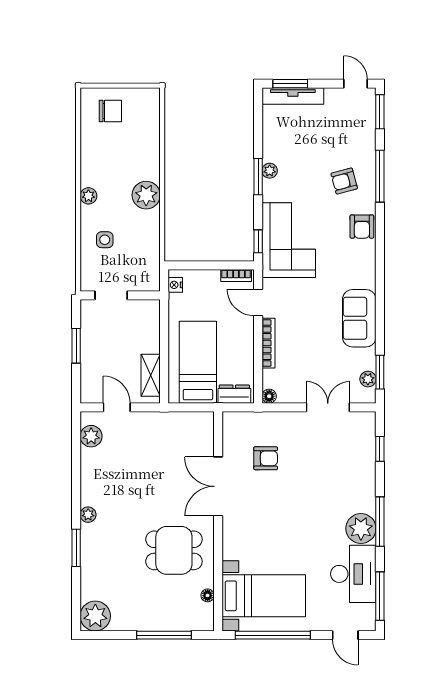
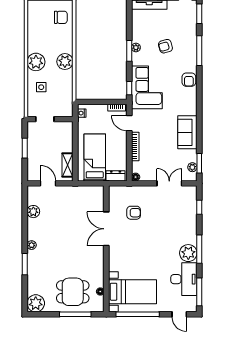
chair: (110, 111) -> (61, 17), moved
armchair: (344, 181) -> (165, 46), moved
plant: (88, 196) -> (36, 62), width x1.87, depth x1.87
plant: (91, 436) -> (33, 212), moved
dining table: (174, 550) -> (73, 292), moved

